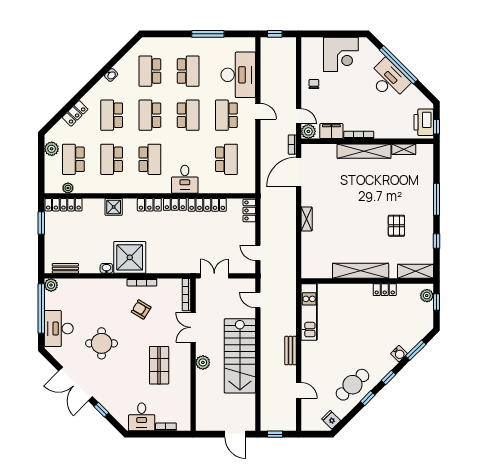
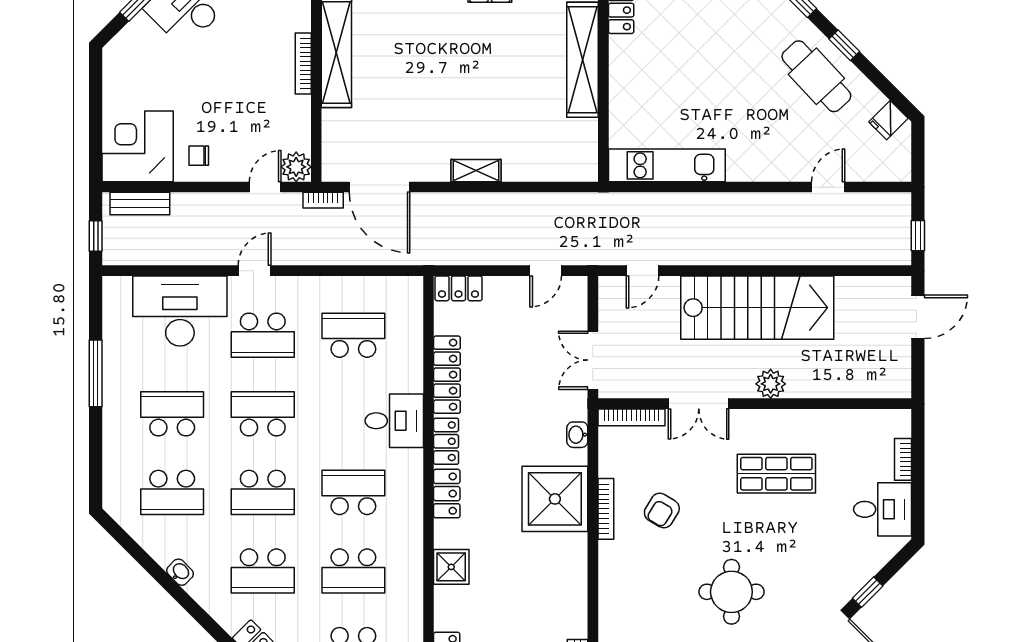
corner desk: (341, 54) -> (138, 146), moved, turned -90
filing cabinet: (331, 131) -> (295, 120), removed
shower: (130, 257) -> (555, 499), moved
washbasin: (106, 268) -> (577, 435), moved
bench: (291, 351) -> (140, 204), moved

